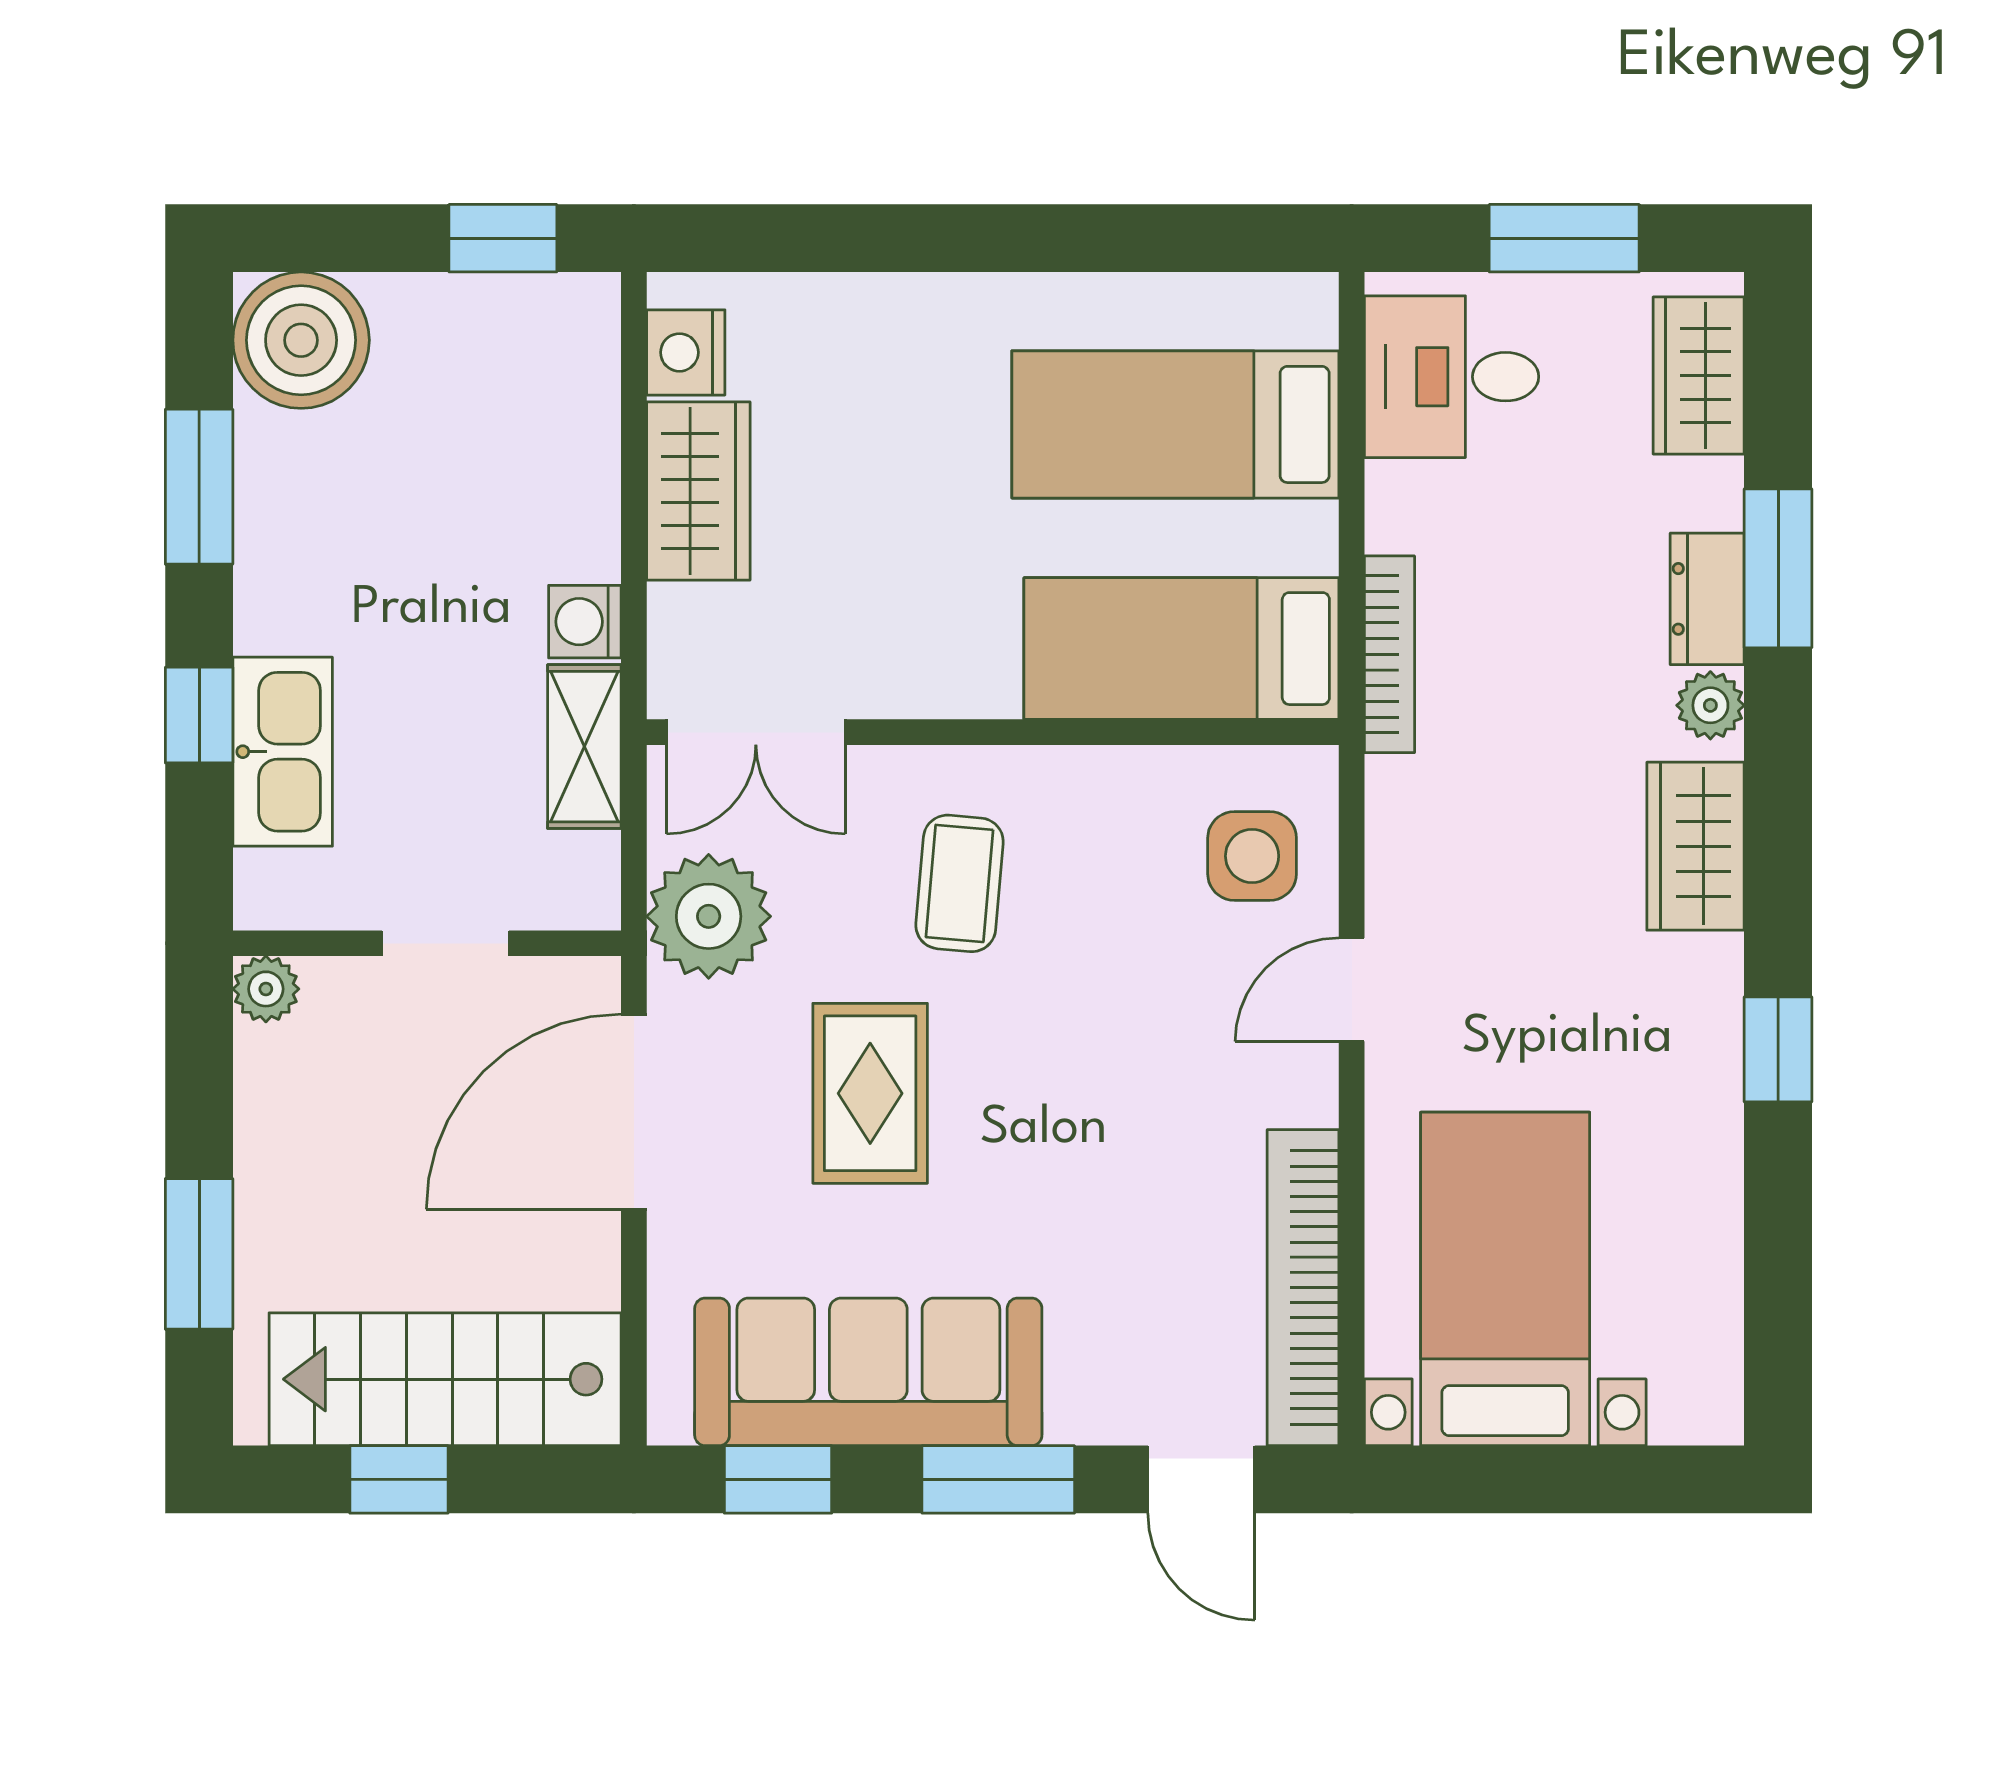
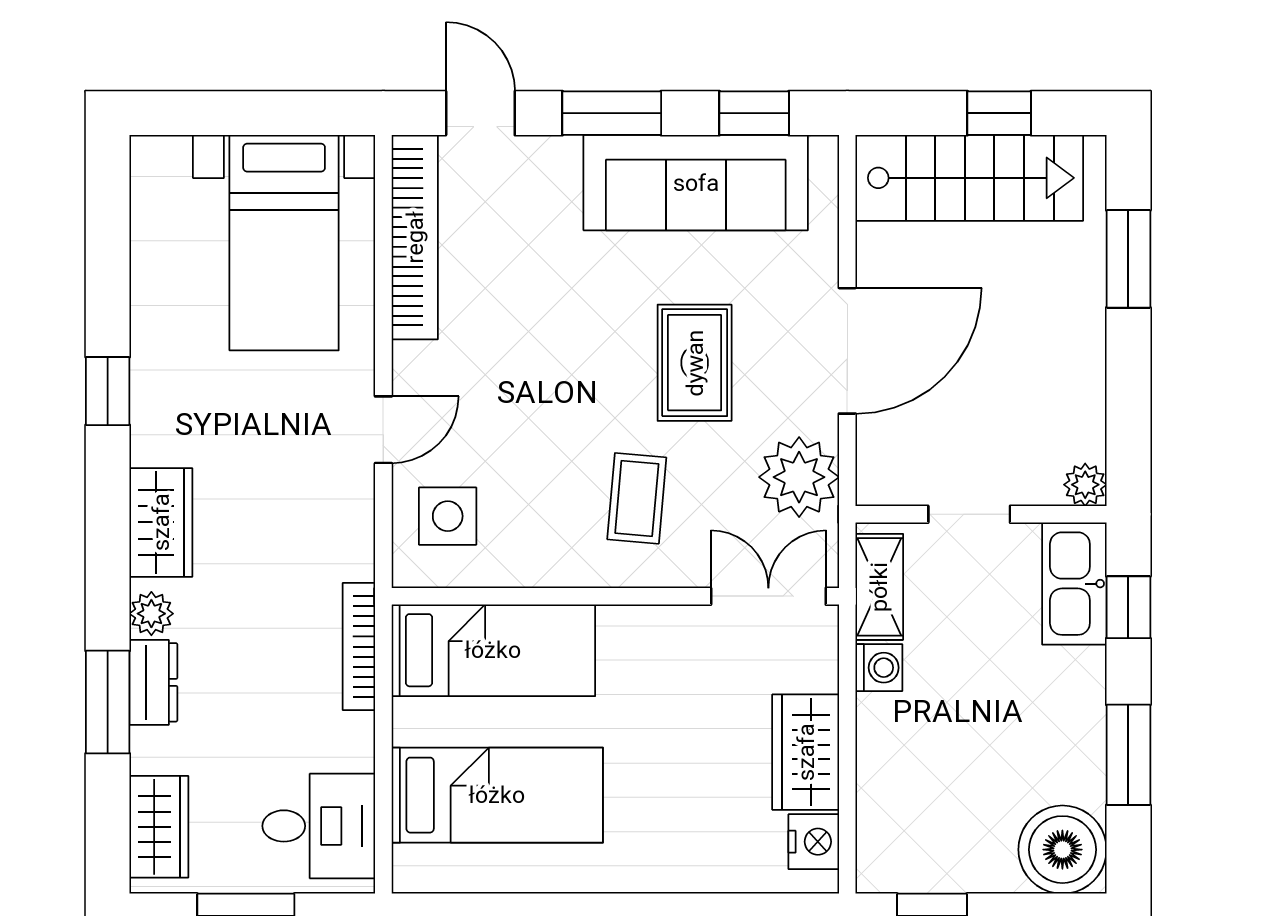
wall: (427, 943) -> (981, 514), moved
doorway: (445, 943) -> (969, 514), moved
plant: (266, 989) -> (1085, 485), moved

